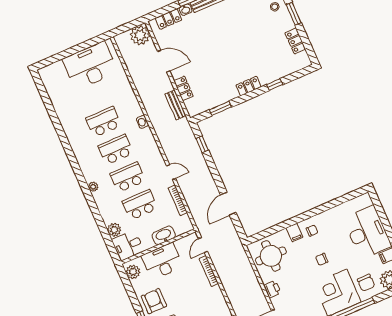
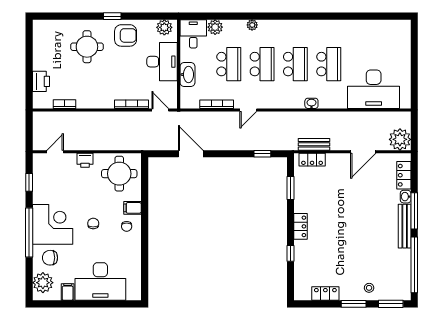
desk: (90, 66) -> (374, 89), moved, turned 90
locker: (183, 88) -> (312, 160), moved
plant: (93, 187) -> (252, 25), moved

